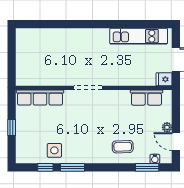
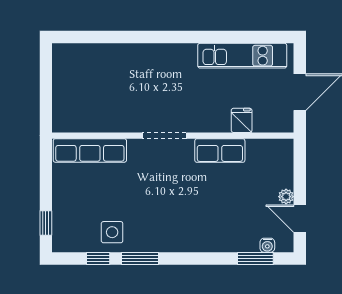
fridge: (164, 79) -> (242, 120), moved, turned 90
row of seats: (146, 98) -> (220, 151), moved
window: (12, 128) -> (46, 223), moved
coffee table: (123, 147) -> (218, 226), removed

